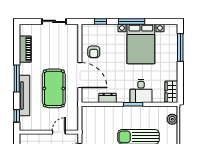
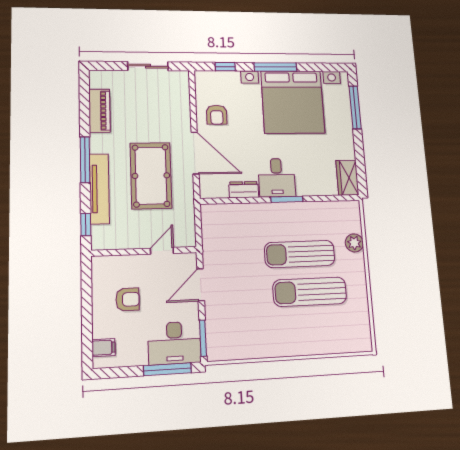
bed with nightstands: (141, 44) -> (293, 102), width x1.36
desk: (141, 91) -> (277, 178), moved
plant: (172, 119) -> (354, 243), moved

